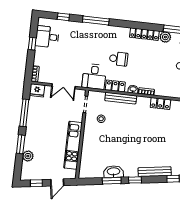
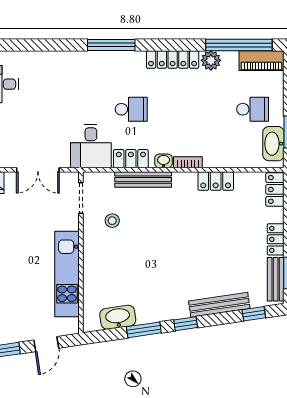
window: (63, 17) -> (23, 45), removed
window: (96, 20) -> (111, 45), moved
washbasin: (114, 172) -> (118, 317), moved

